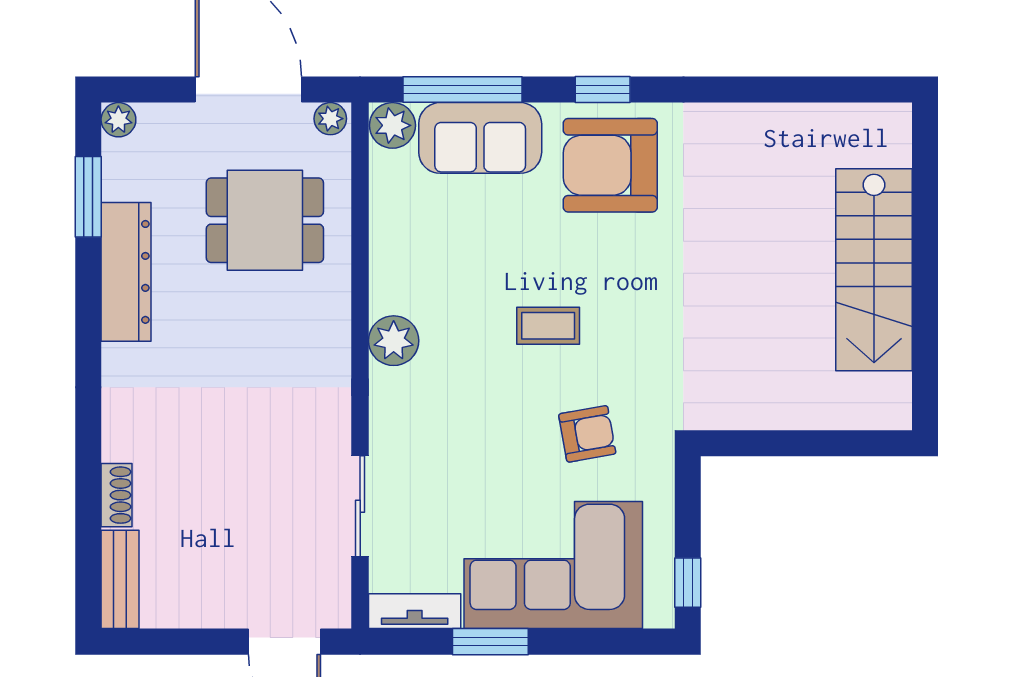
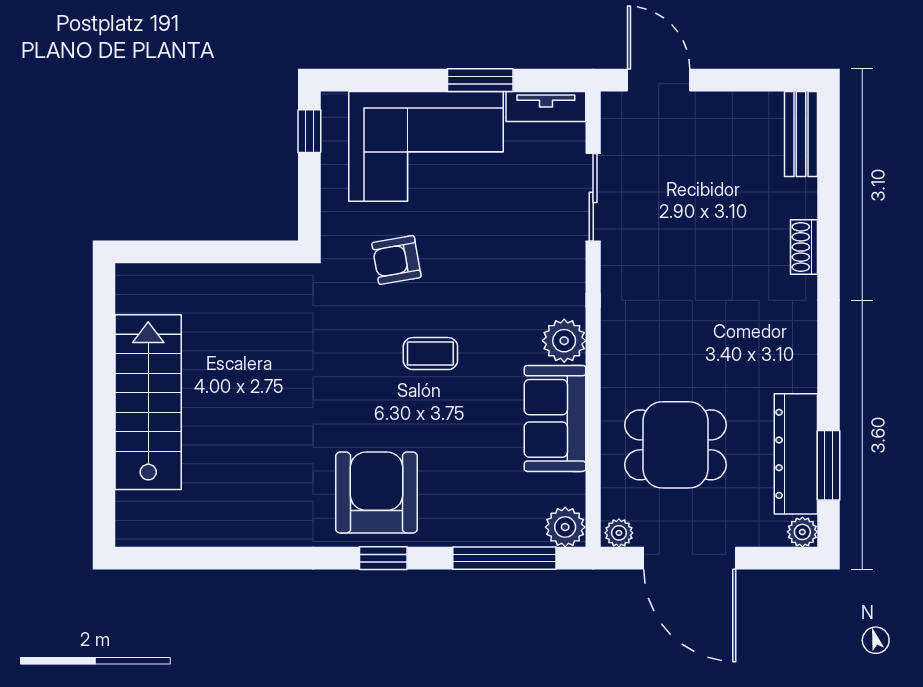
sofa: (480, 138) -> (555, 418), moved, turned -90
armchair: (610, 165) -> (377, 493), turned -90
dresser: (126, 272) -> (796, 454), moved
shoe rack: (117, 495) -> (804, 247), moved

